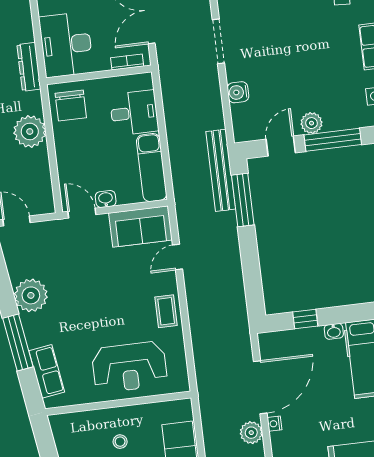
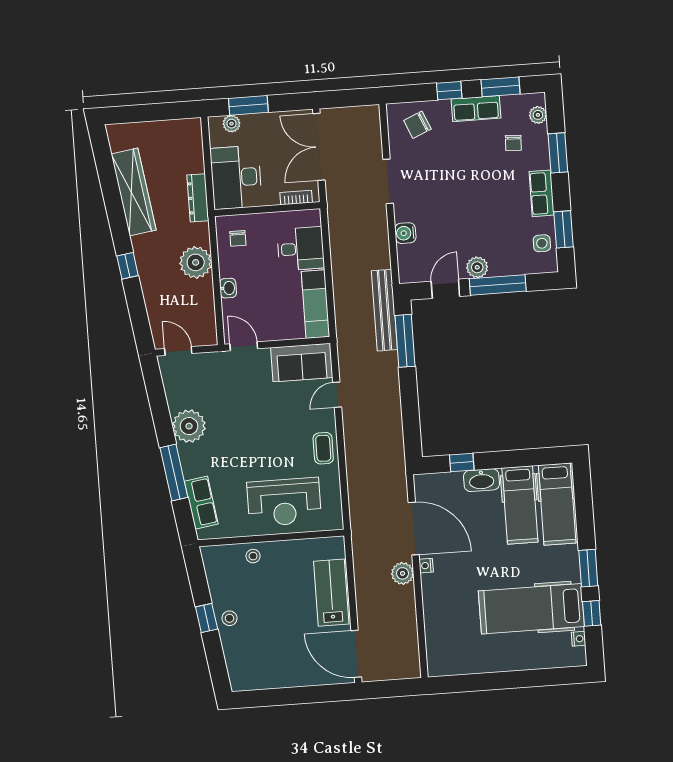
chair: (71, 106) -> (238, 238), width x0.54, depth x0.54
washbasin: (106, 199) -> (228, 288), moved, turned 90
washbasin: (334, 331) -> (482, 480), width x1.91, depth x1.45
door: (260, 387) -> (414, 529), hinge flipped
stool: (120, 442) -> (253, 556), moved

